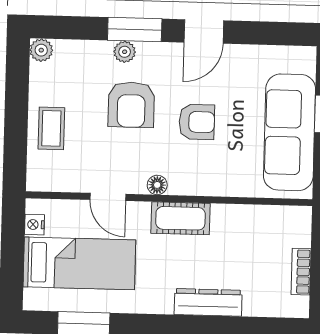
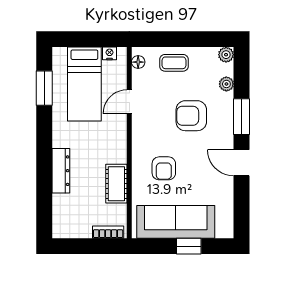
plant: (125, 52) -> (226, 84), moved
armchair: (197, 122) -> (164, 168), moved
floor lamp: (157, 185) -> (138, 62), moved
cot: (180, 218) -> (116, 184), moved
bookcase: (301, 272) -> (108, 232), moved

